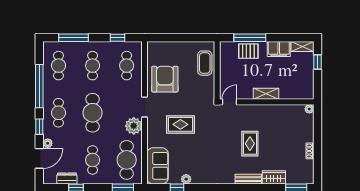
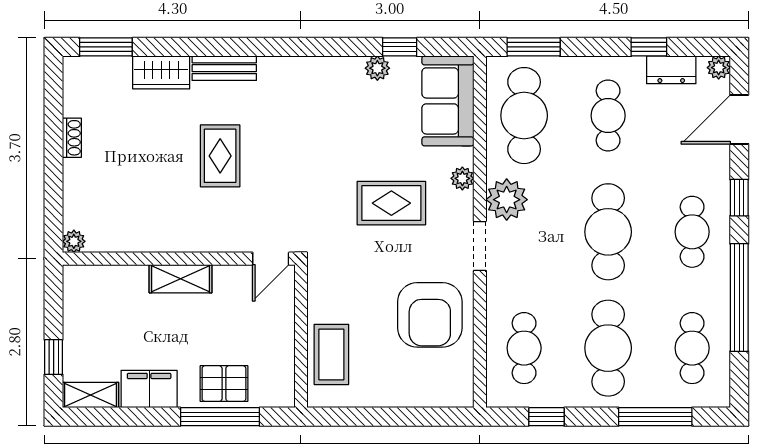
cafe table: (93, 66) -> (608, 348), width x1.37, depth x1.35
plant: (152, 134) -> (462, 178), added
plant: (48, 143) -> (719, 68), moved

